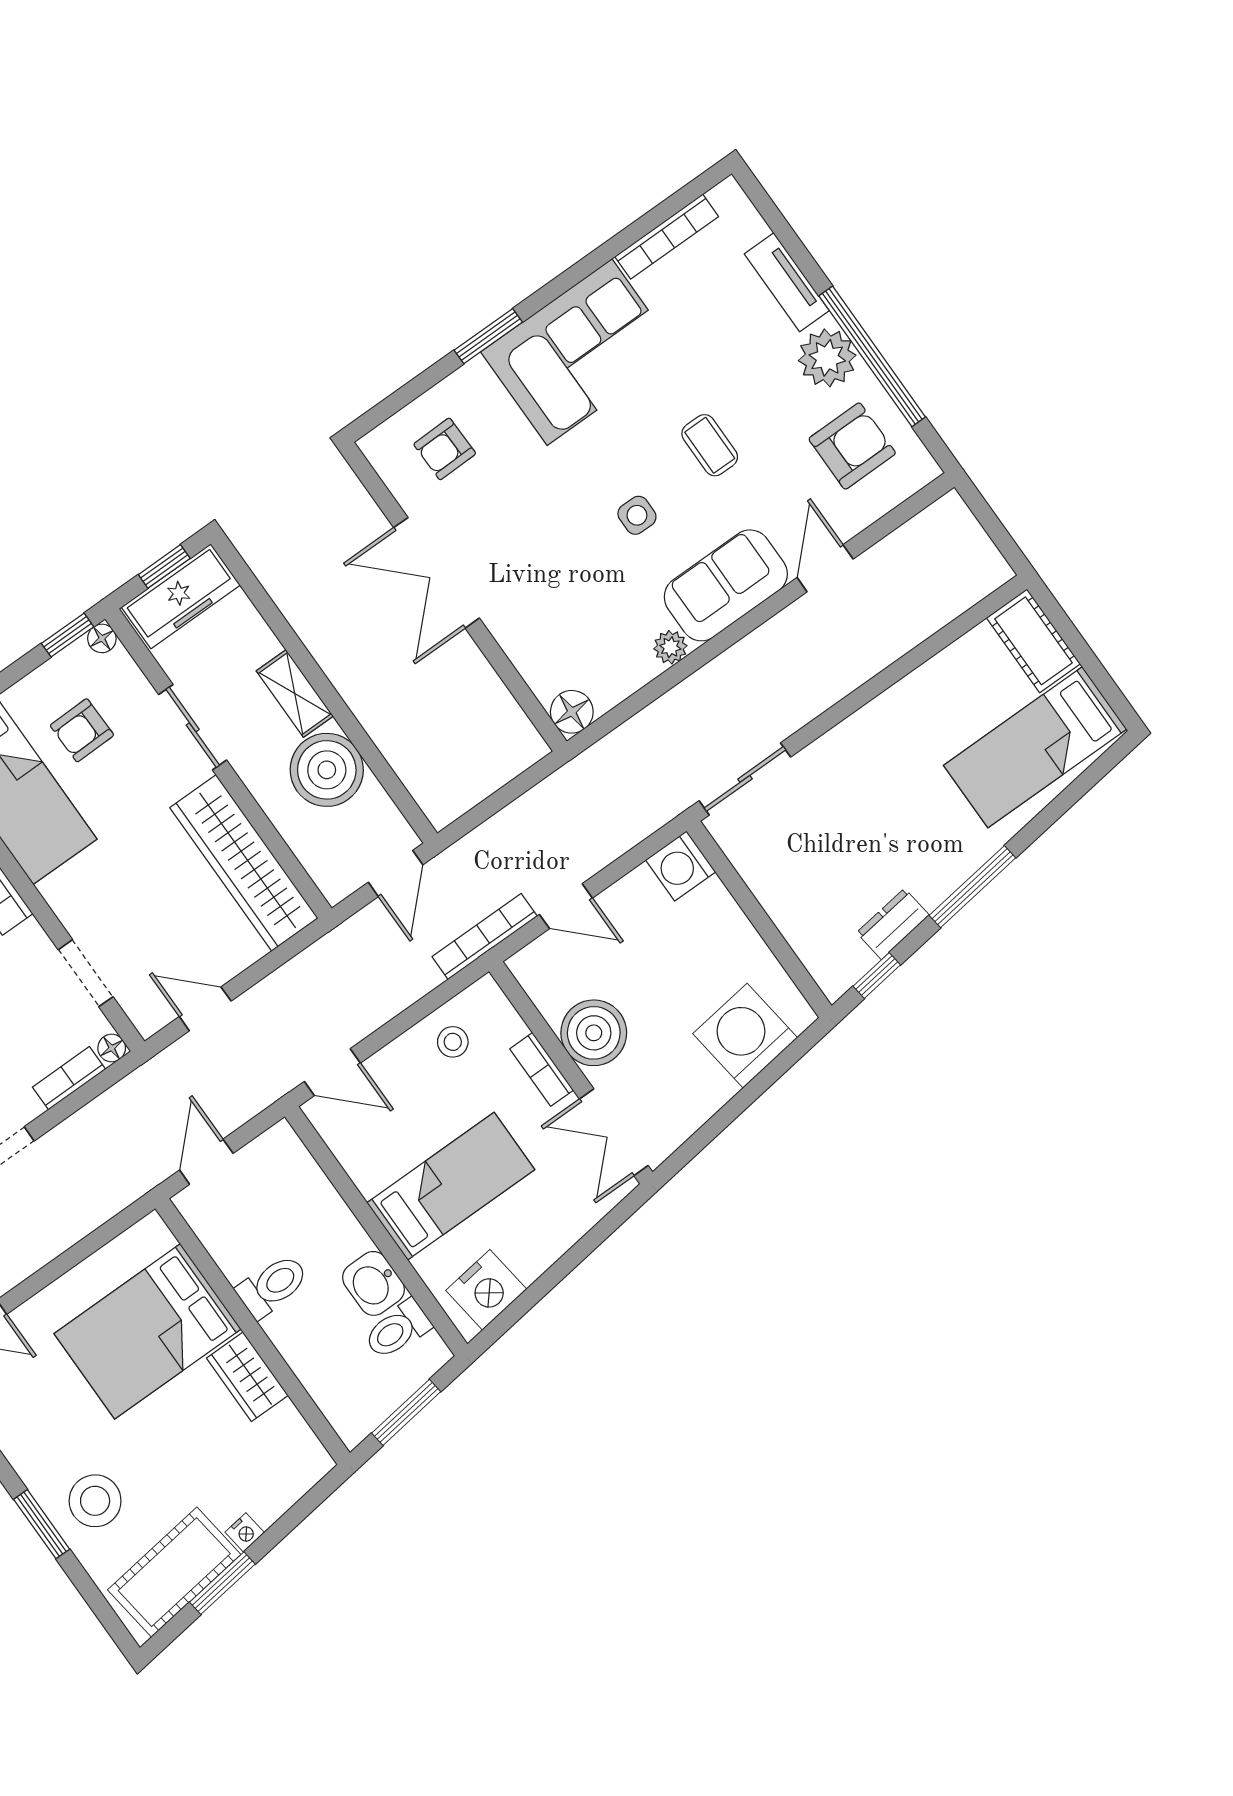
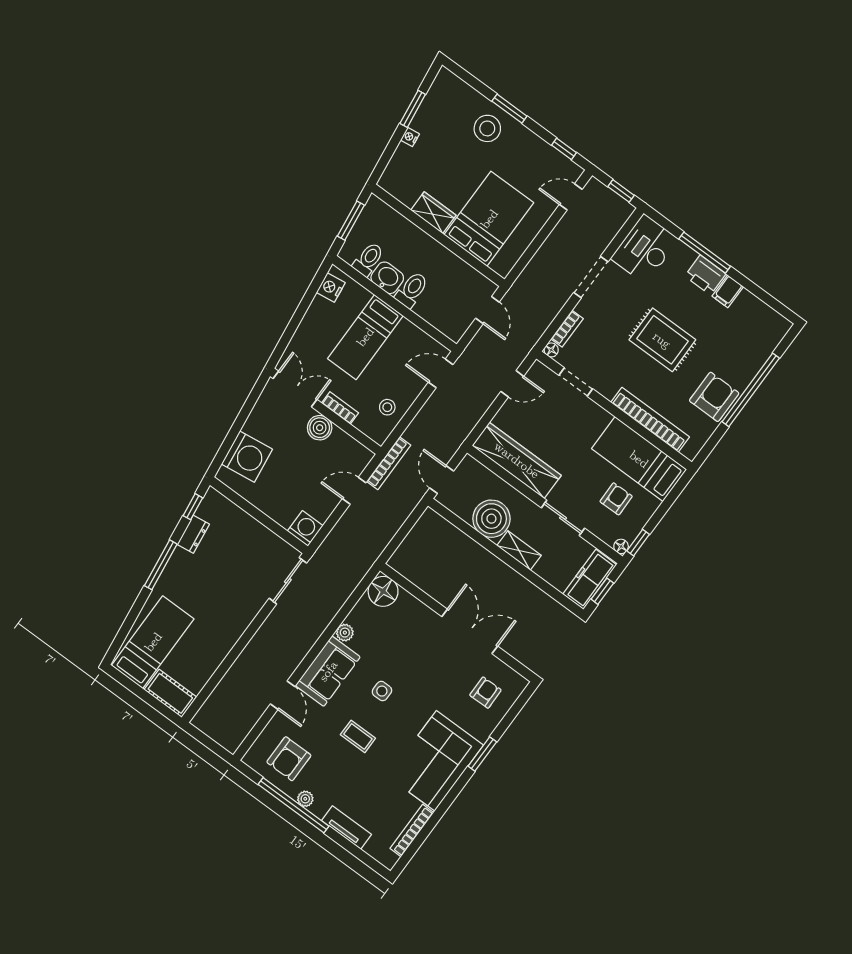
plant: (827, 358) -> (305, 799), width x0.53, depth x0.53
floor lamp: (572, 712) -> (383, 591), width x1.38, depth x1.38
boiler: (594, 1033) -> (320, 428), width x0.73, depth x0.73
toilet: (273, 1286) -> (412, 290), moved, turned 180
nightstand: (486, 1290) -> (331, 287), width x0.74, depth x0.75
cot: (174, 1572) -> (438, 107), removed

